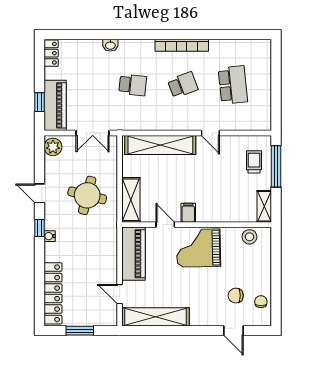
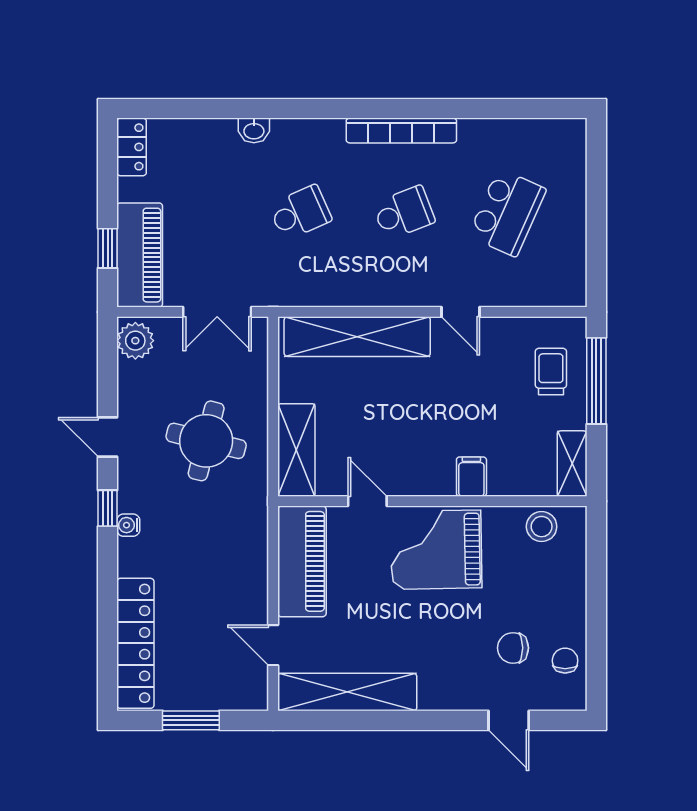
school desk: (133, 85) -> (300, 213), turned -30
school desk: (233, 85) -> (507, 213), turned 30
filing cabinet: (188, 213) -> (471, 477), moved

